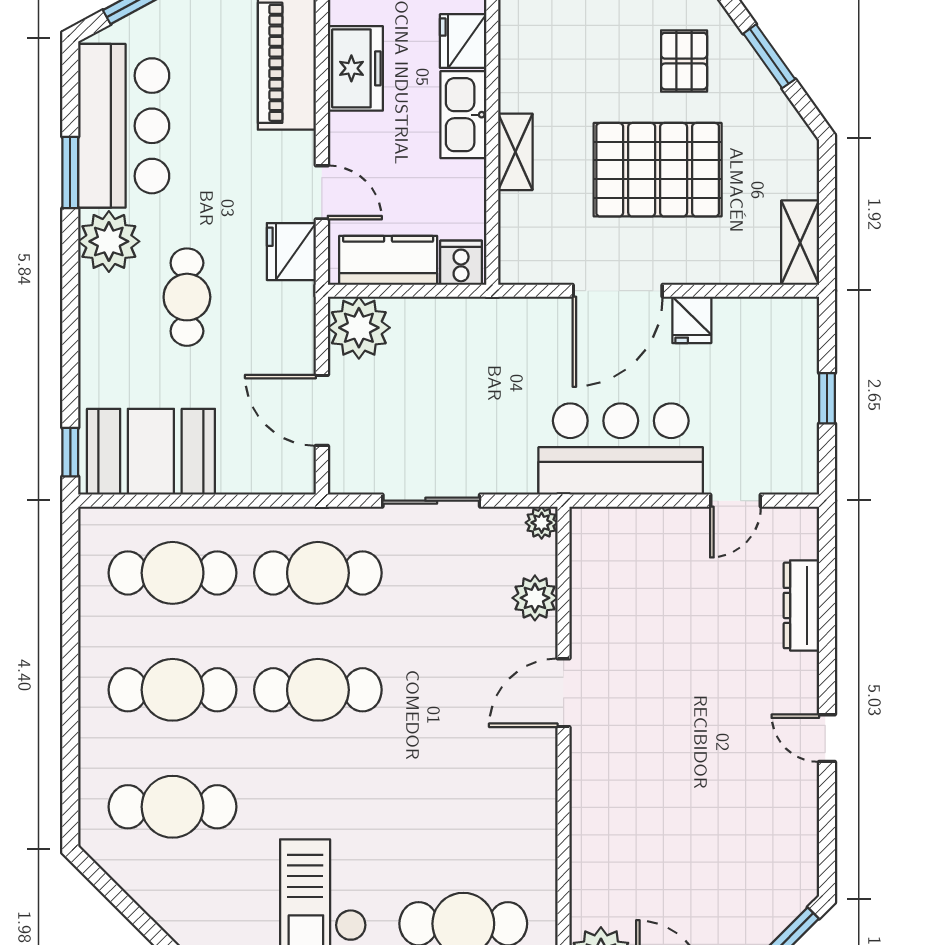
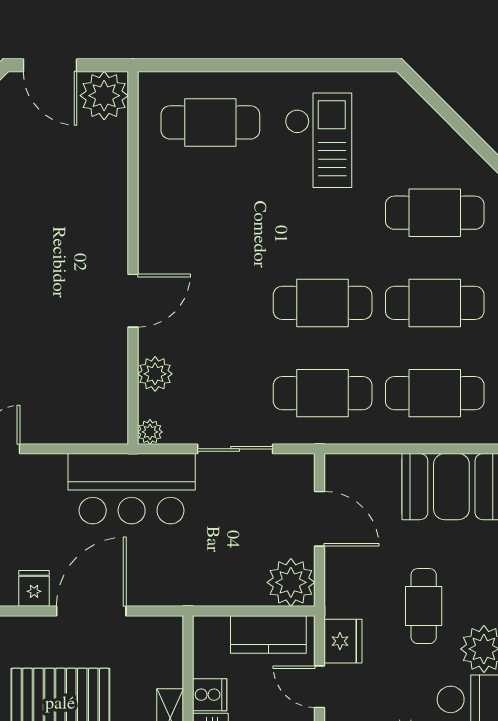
cooker: (461, 263) -> (210, 695), moved, turned -90
bar counter: (621, 449) -> (132, 489), moved

